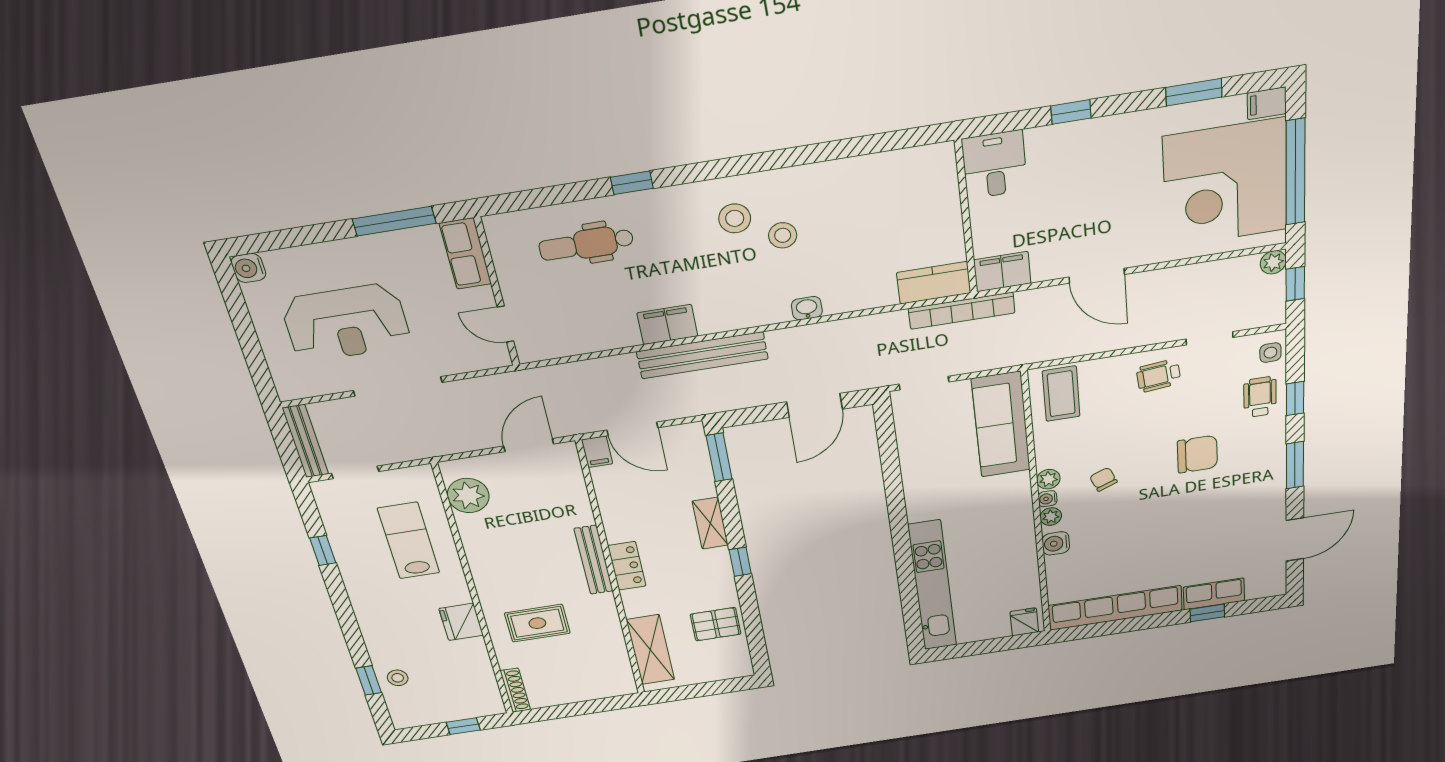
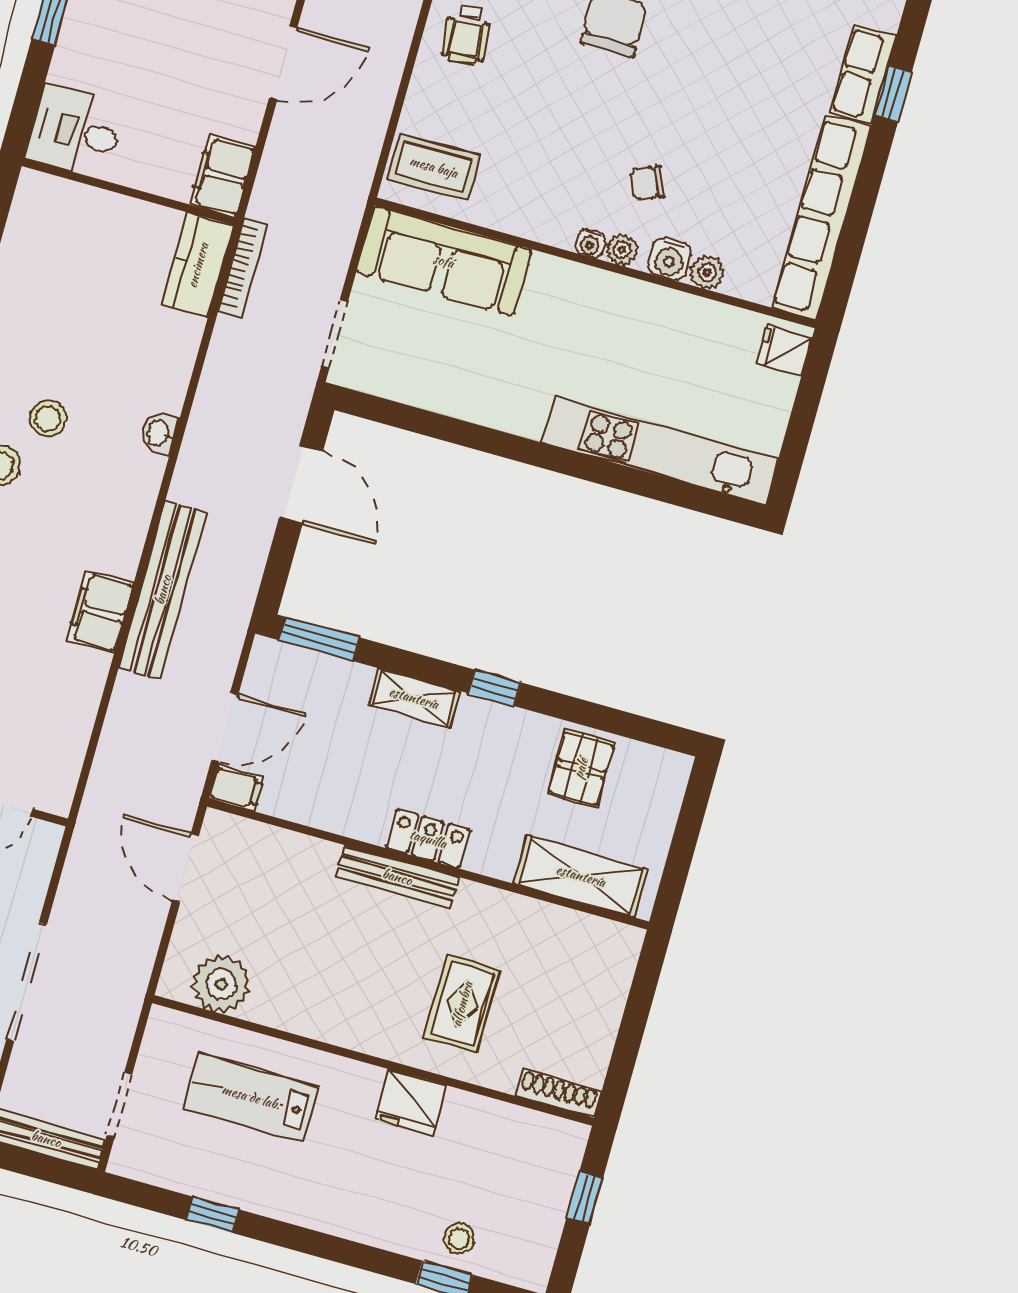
bookcase: (962, 311) -> (243, 267), width x0.68, depth x0.76
plant: (1048, 479) -> (707, 272), moved
chair: (1103, 479) -> (647, 183), moved

